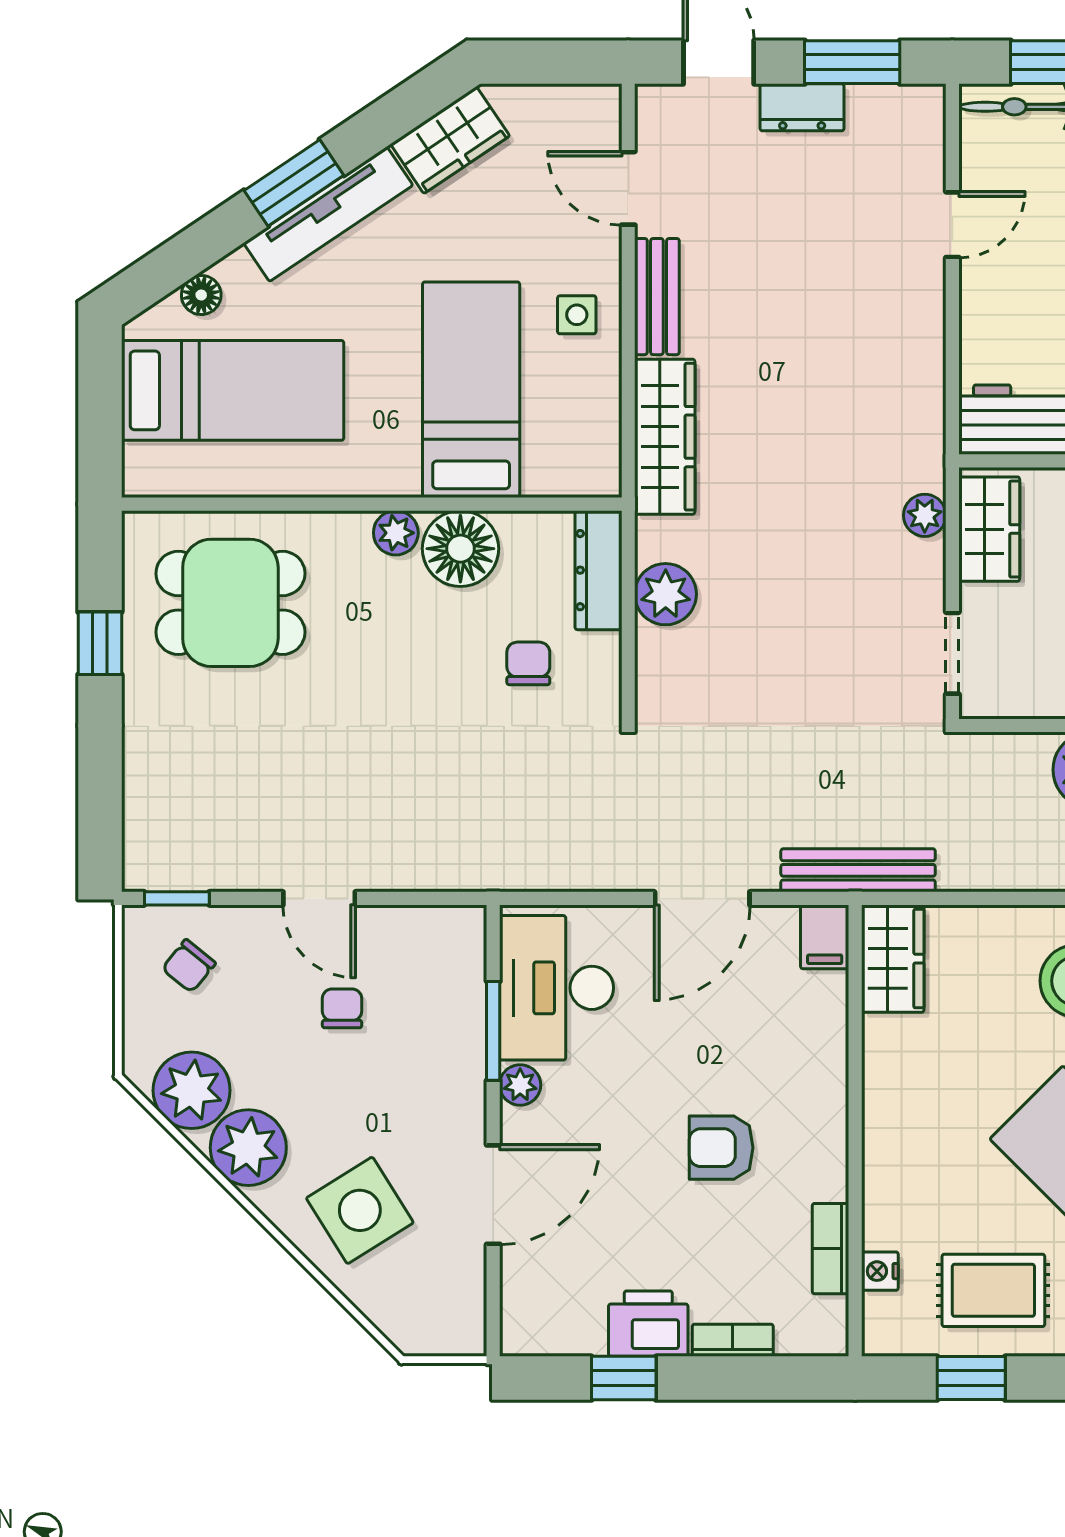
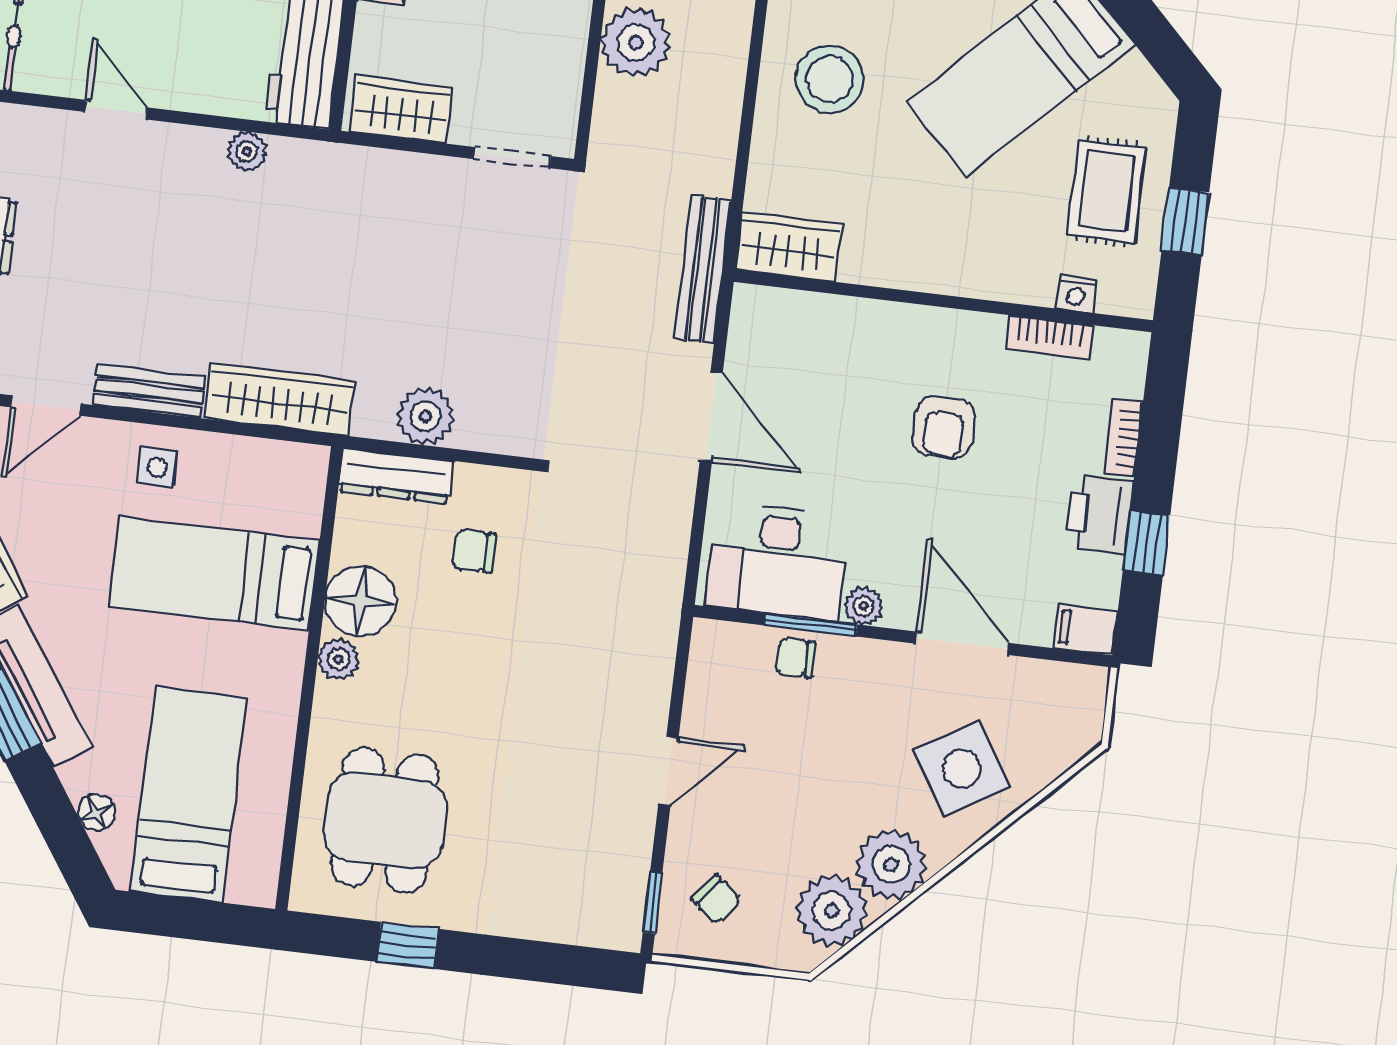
plant: (925, 515) -> (247, 151), moved
filing cabinet: (825, 937) -> (1086, 630), moved, turned 180
chair: (342, 1008) -> (796, 658), moved

